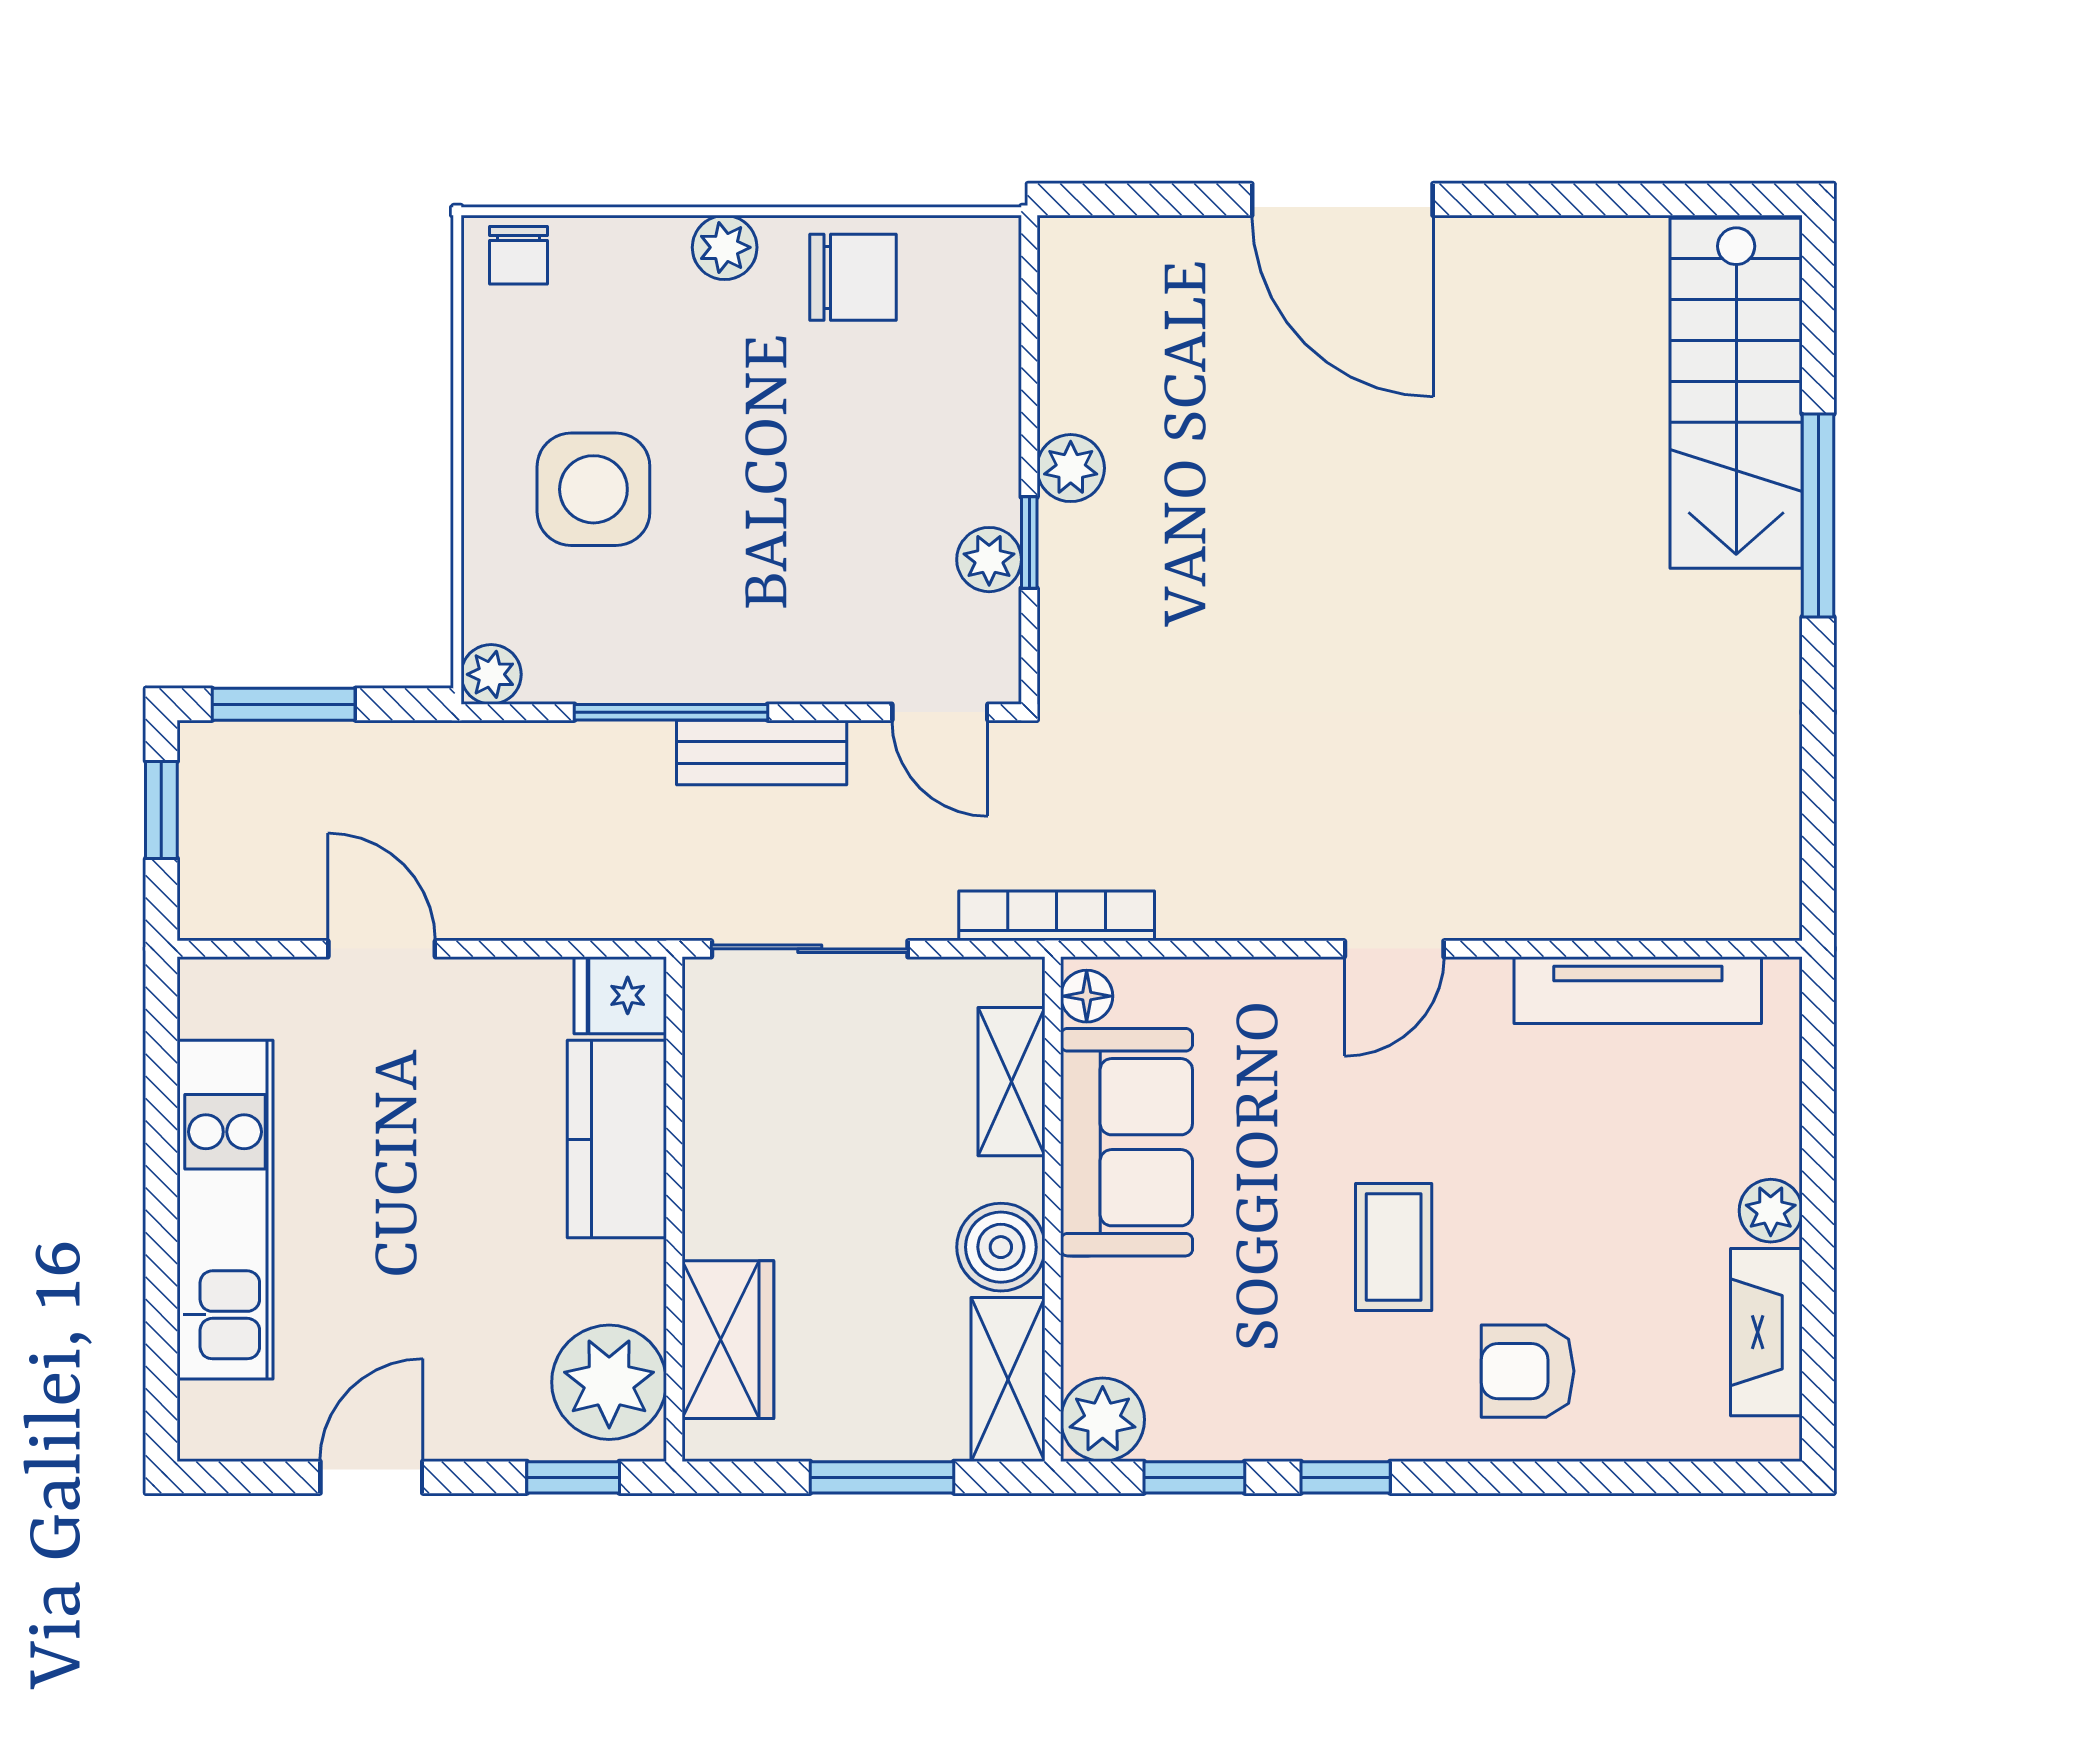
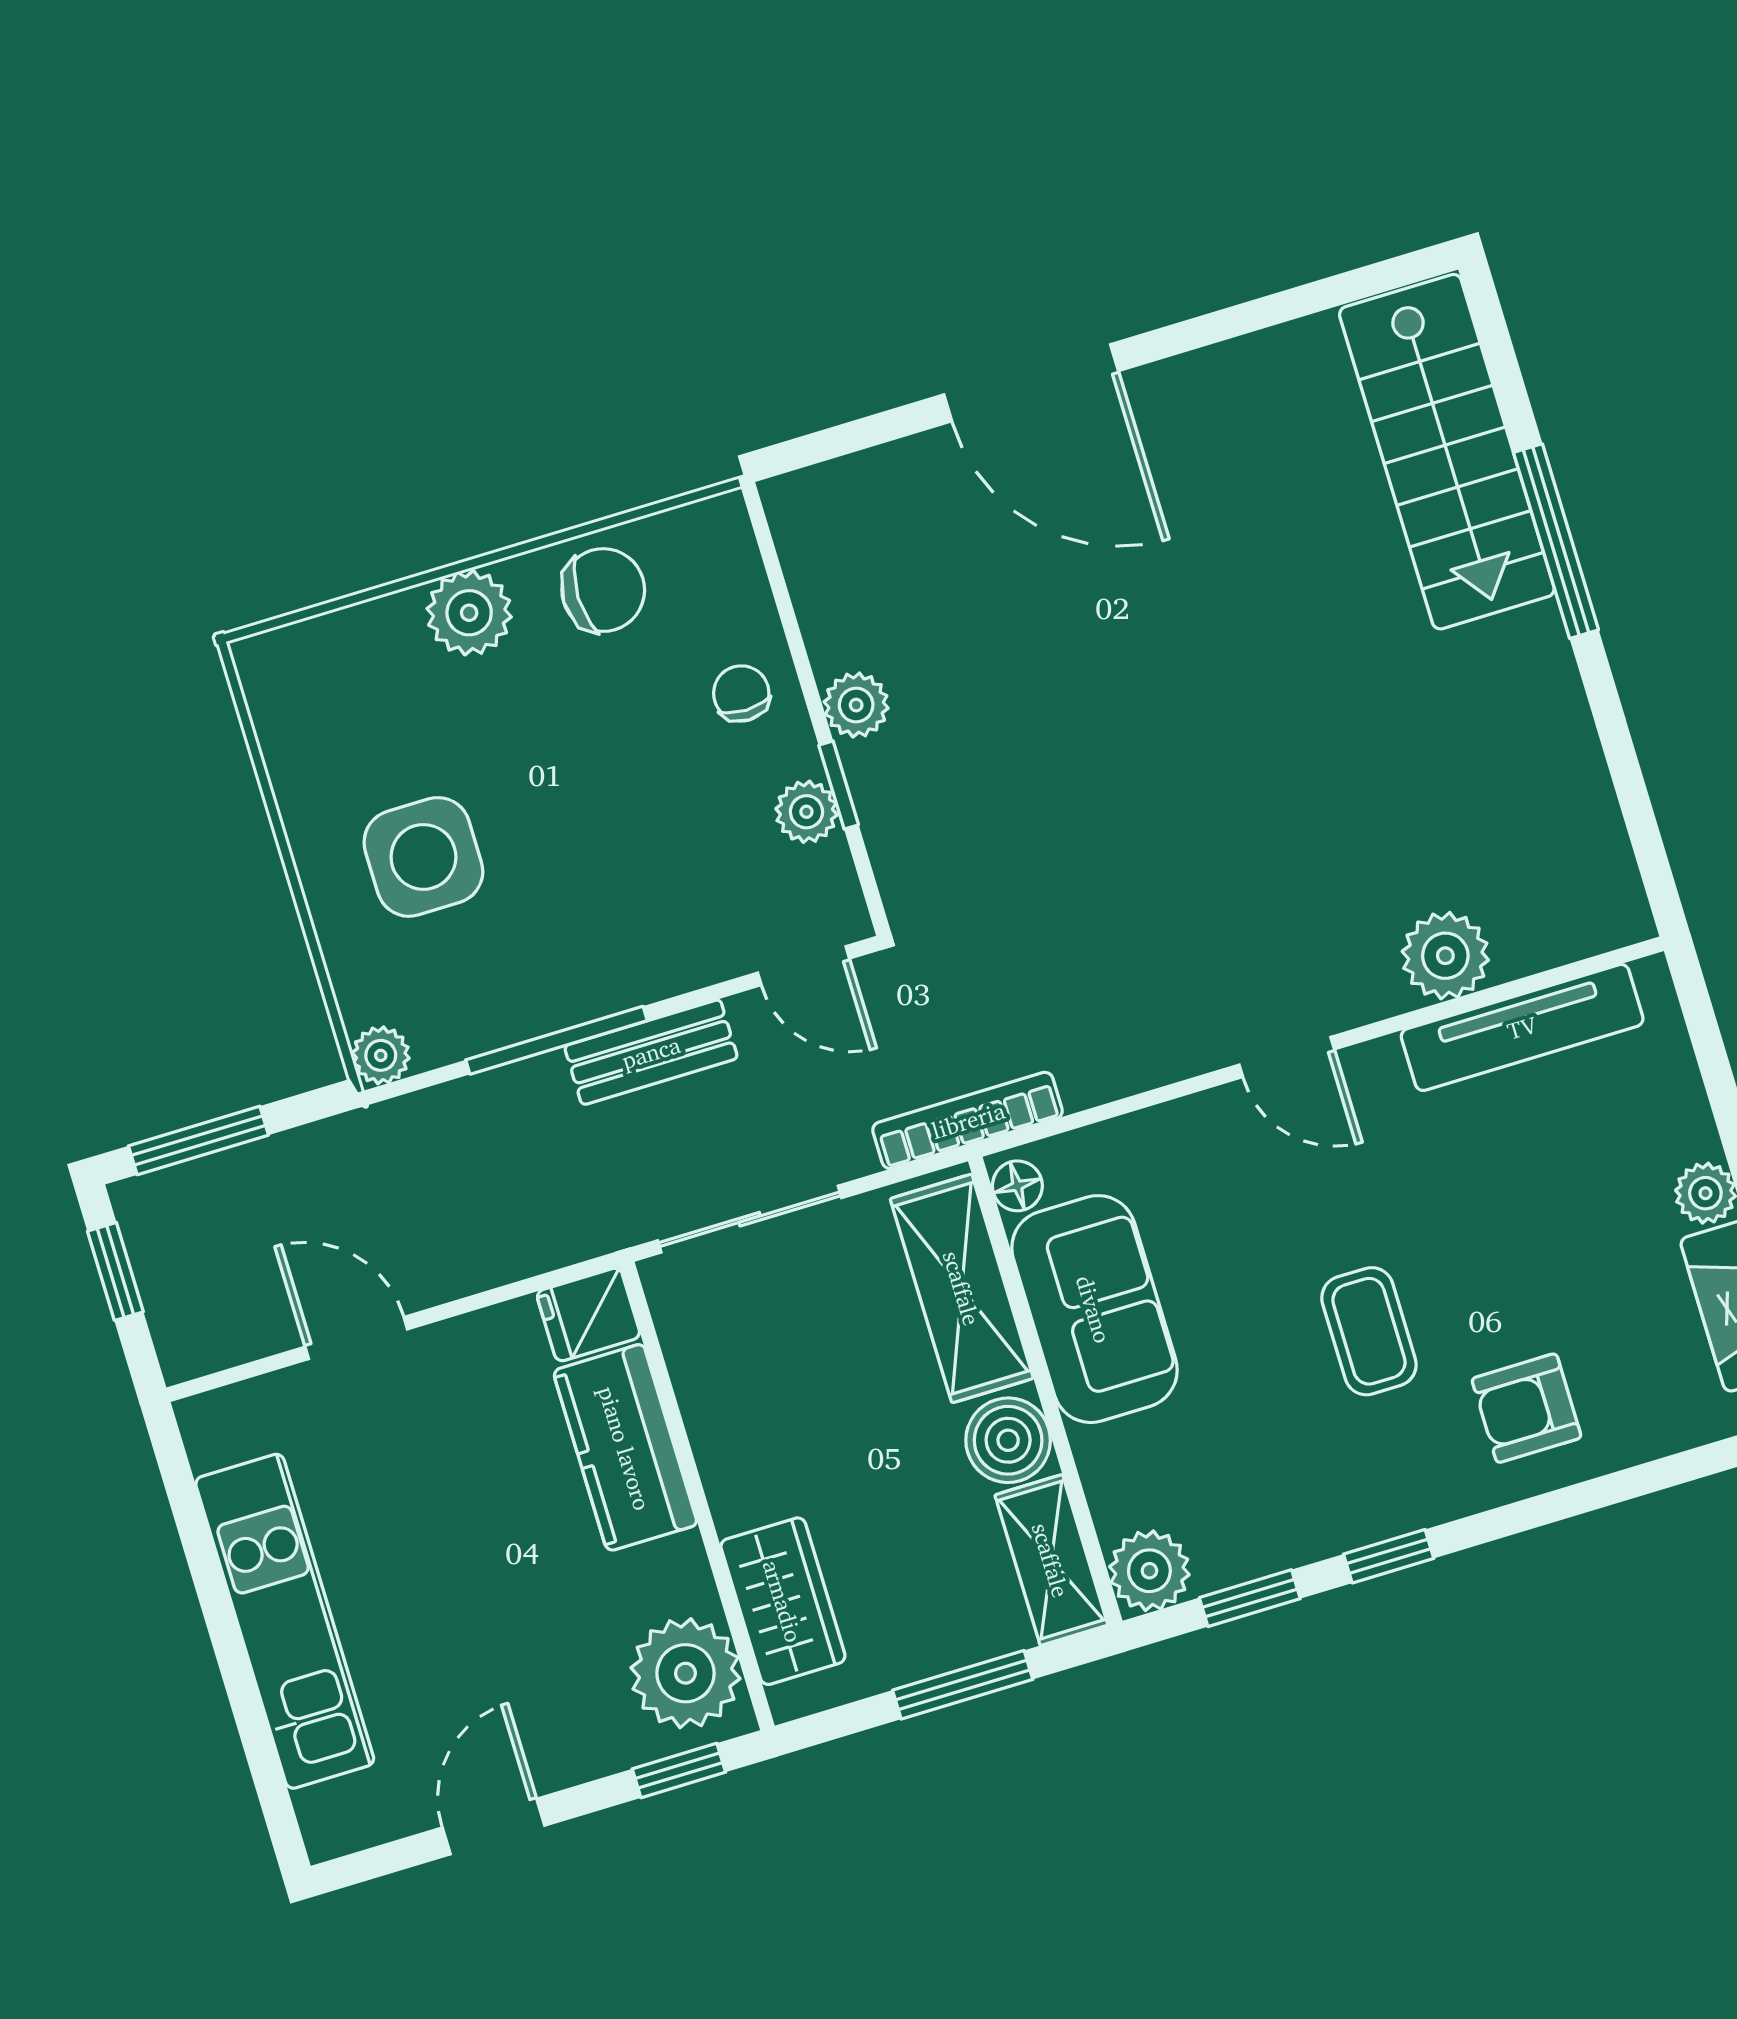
plant: (725, 247) -> (469, 613), width x1.38, depth x1.38
chair: (519, 255) -> (741, 693), moved, turned 180
plant: (1583, 895) -> (1445, 956), added
door: (1394, 949) -> (1287, 1057), hinge flipped
shelving: (1012, 1082) -> (962, 1288), width x1.50, depth x1.33

